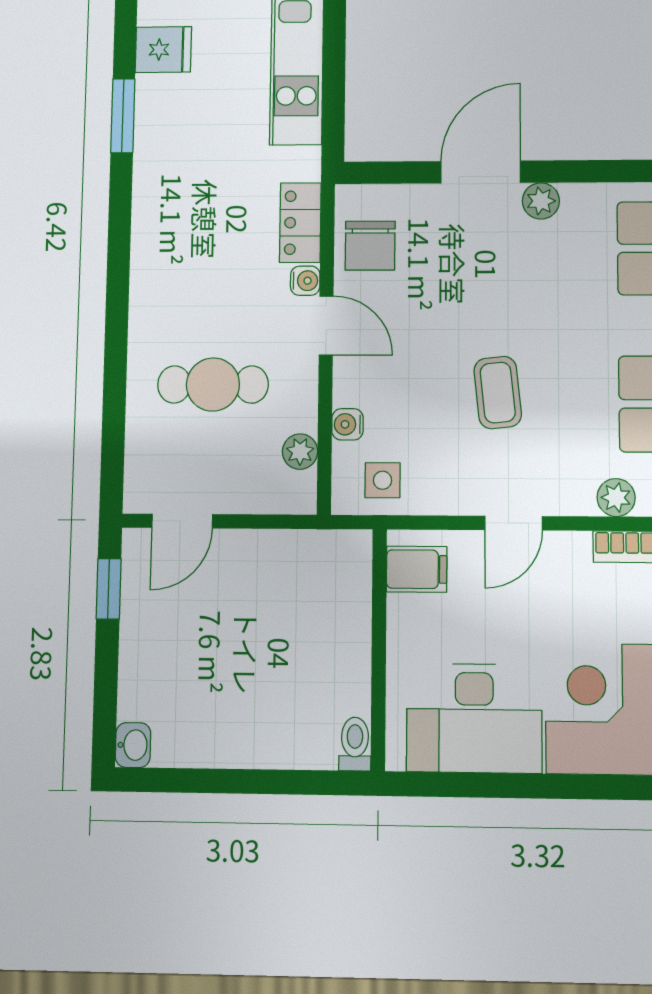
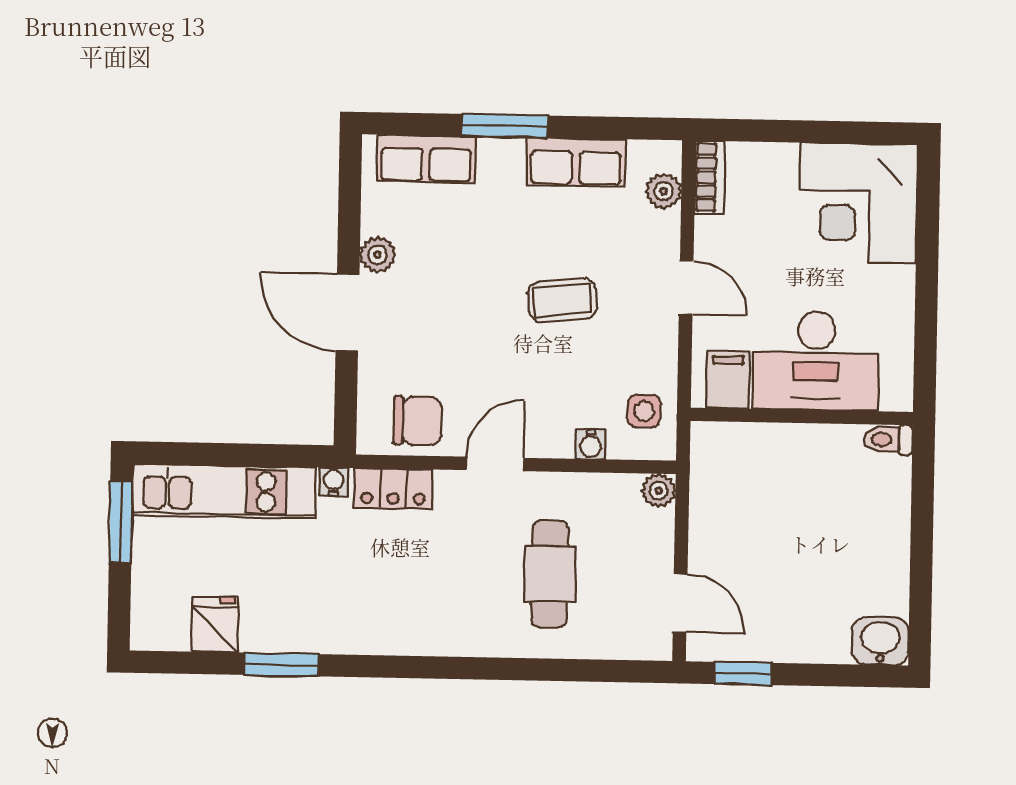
water cooler: (305, 281) -> (334, 482), moved
plant: (300, 452) -> (659, 491), moved
desk: (474, 718) -> (816, 361), moved, turned 90
washbasin: (133, 745) -> (880, 641), width x1.38, depth x1.45

